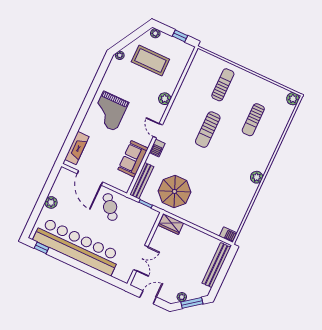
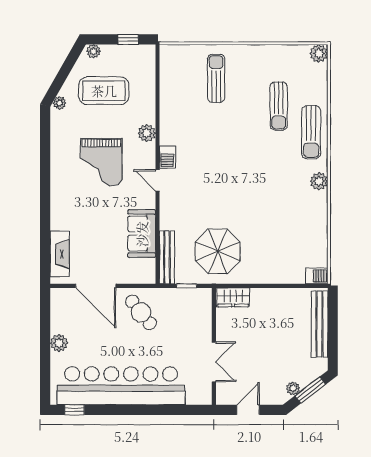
grand piano: (110, 111) -> (101, 162), moved
sun lounger: (208, 130) -> (311, 132), moved
barbecue: (157, 148) -> (167, 157), moved

